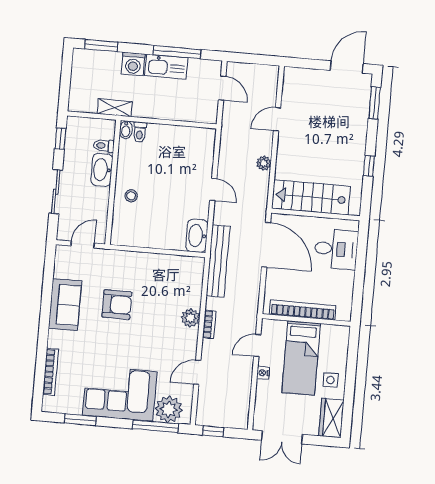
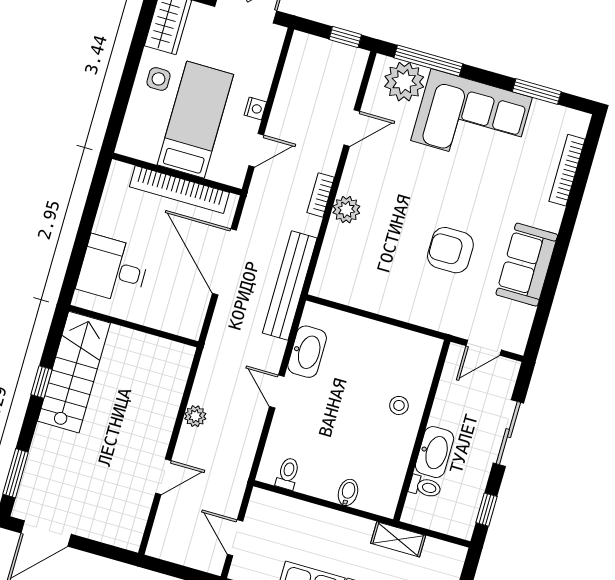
bidet: (126, 130) -> (348, 492), moved
toilet: (140, 132) -> (288, 474), moved
stairs: (311, 197) -> (74, 372), moved, turned -90
washbasin: (197, 236) -> (307, 352), moved
door: (266, 245) -> (224, 262), moved

